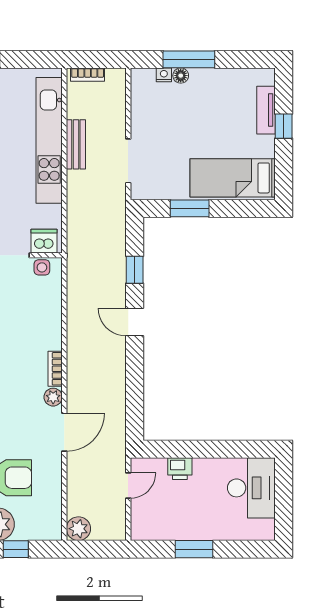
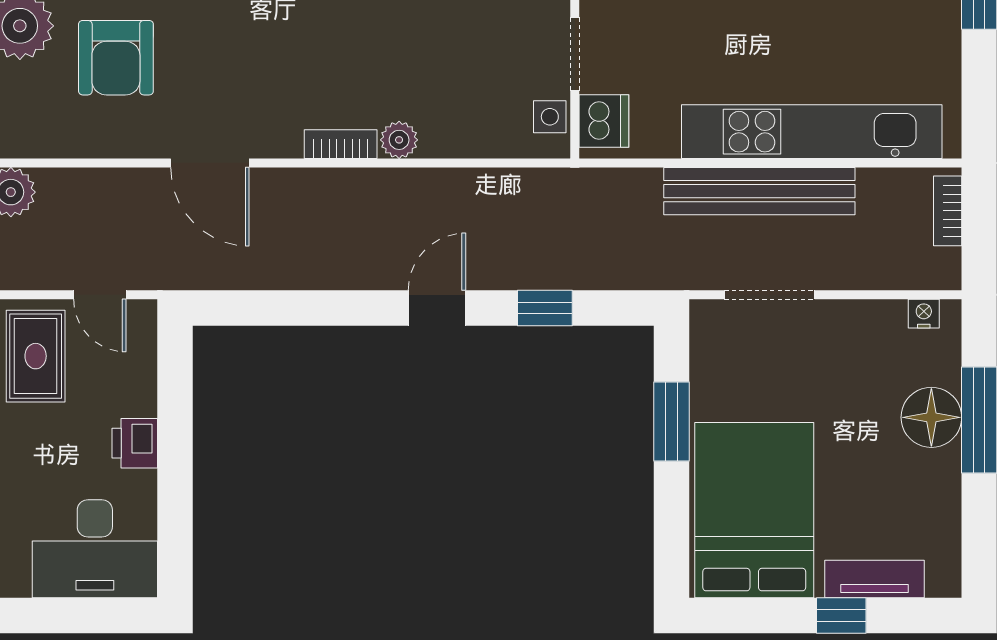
nightstand: (164, 75) -> (924, 314), moved, turned -90
floor lamp: (181, 76) -> (931, 417), width x1.89, depth x1.89
bench: (76, 144) -> (759, 191), width x1.86, depth x1.21
bed: (233, 178) -> (754, 510), width x1.50
plant: (53, 397) -> (399, 140), moved
printer: (180, 469) -> (135, 443), moved
rug: (158, 517) -> (36, 356), added

